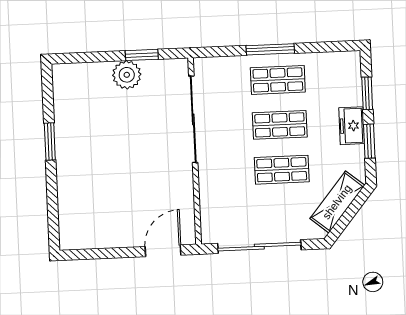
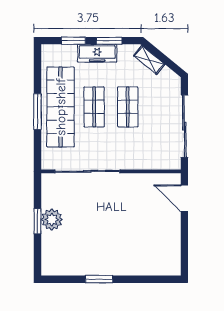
window: (142, 55) -> (37, 221), moved
shop shelf: (278, 80) -> (61, 107), width x2.00, depth x1.36
freezer: (352, 126) -> (97, 53), width x1.40
shelving: (337, 202) -> (149, 60), width x0.67, depth x0.75

